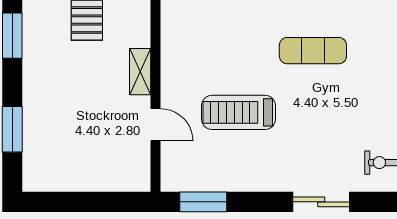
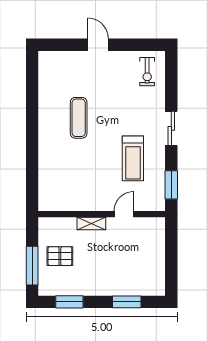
treadmill: (238, 112) -> (133, 158), moved
sliding door: (321, 202) -> (171, 128), moved

